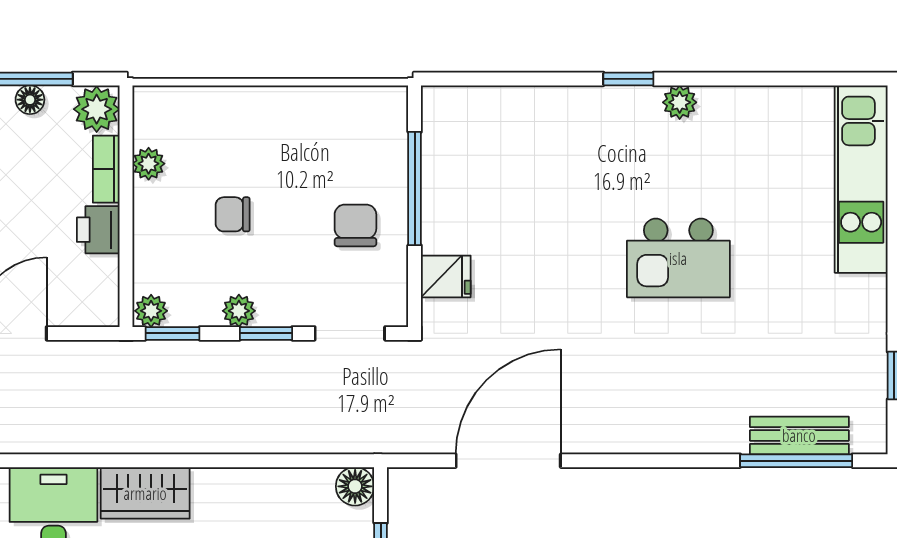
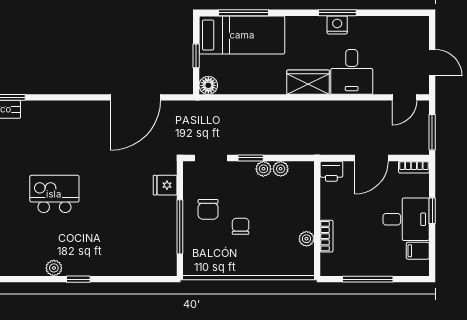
floor lamp: (30, 100) -> (363, 269), removed
plant: (97, 109) -> (331, 265), removed
chair: (233, 214) -> (241, 226), moved, turned -90
printer: (98, 230) -> (331, 171), moved, turned 90
plant: (151, 311) -> (281, 169), moved
window: (173, 333) -> (295, 158), removed

